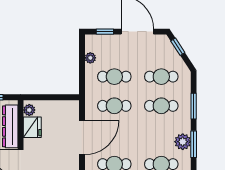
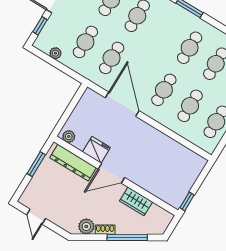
fridge: (32, 127) -> (96, 150), moved
plant: (183, 142) -> (181, 16), removed

